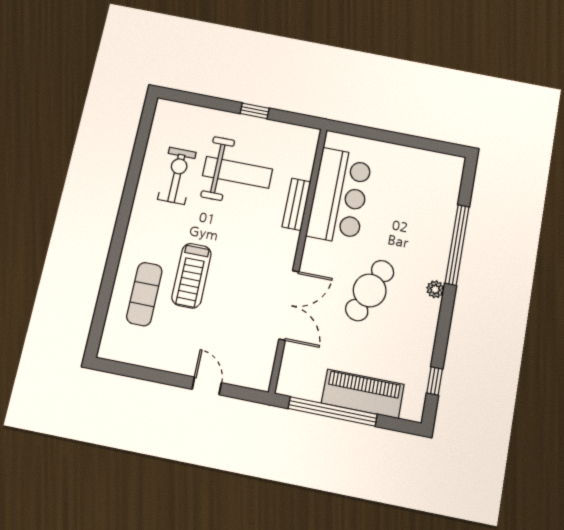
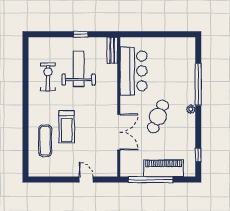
weight bench: (238, 172) -> (79, 69), turned -90
bench: (296, 204) -> (112, 50), moved

